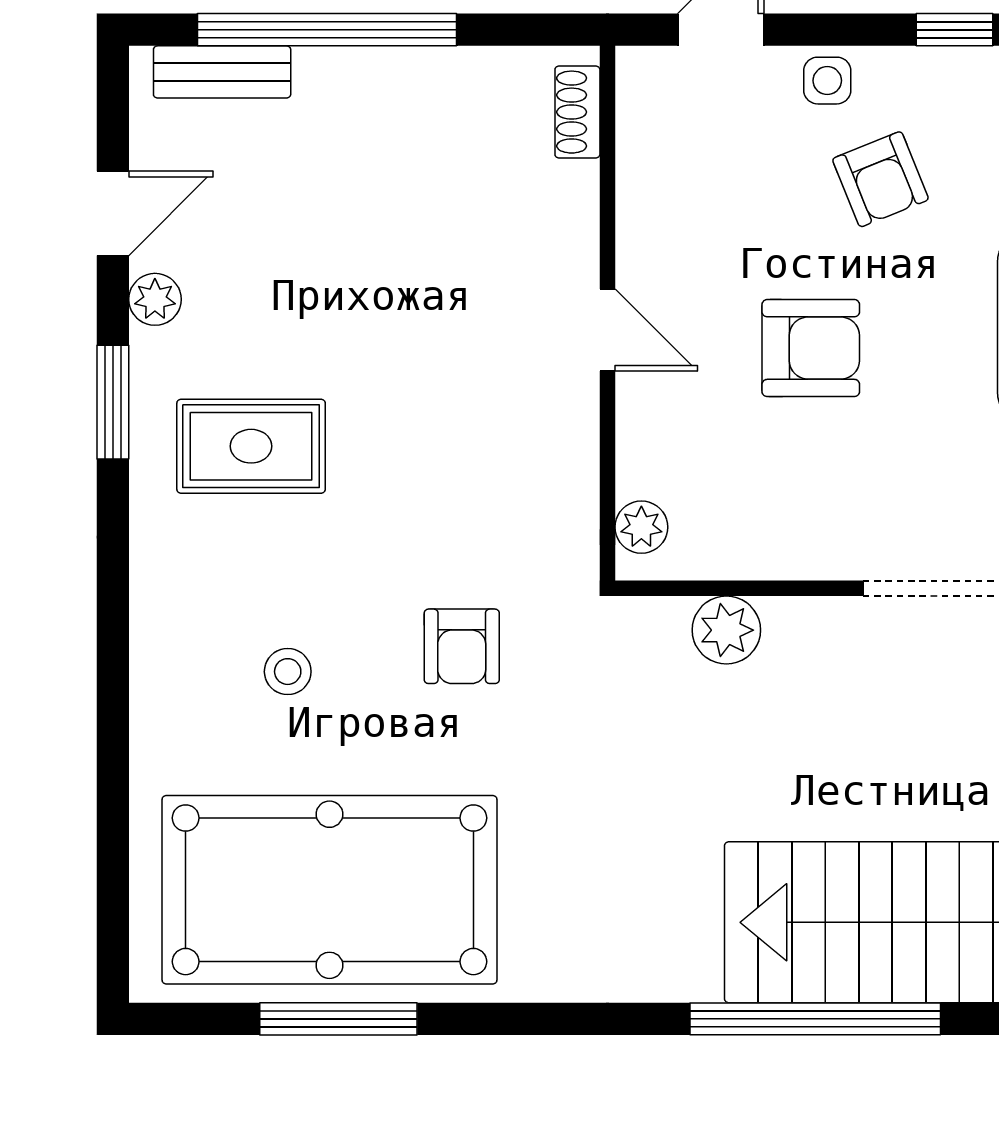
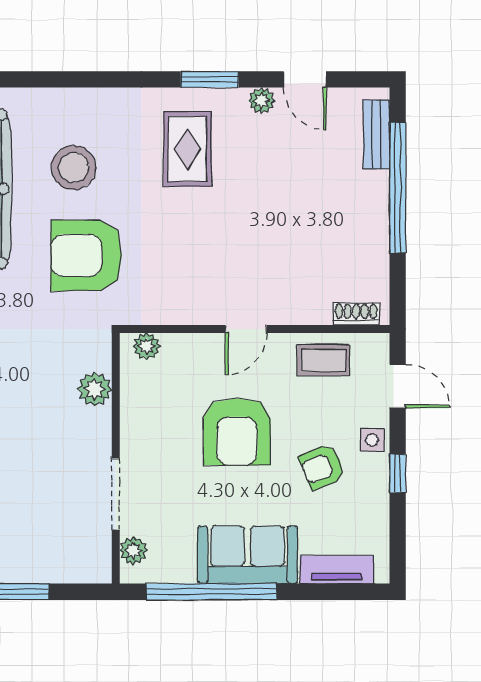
window: (955, 30) -> (398, 473), moved
coffee table: (669, 177) -> (323, 360), added
armchair: (811, 348) -> (237, 432), width x1.36, depth x1.36
armchair: (462, 646) -> (86, 255), width x1.88, depth x1.88
stool: (288, 672) -> (74, 168), width x1.89, depth x1.89

